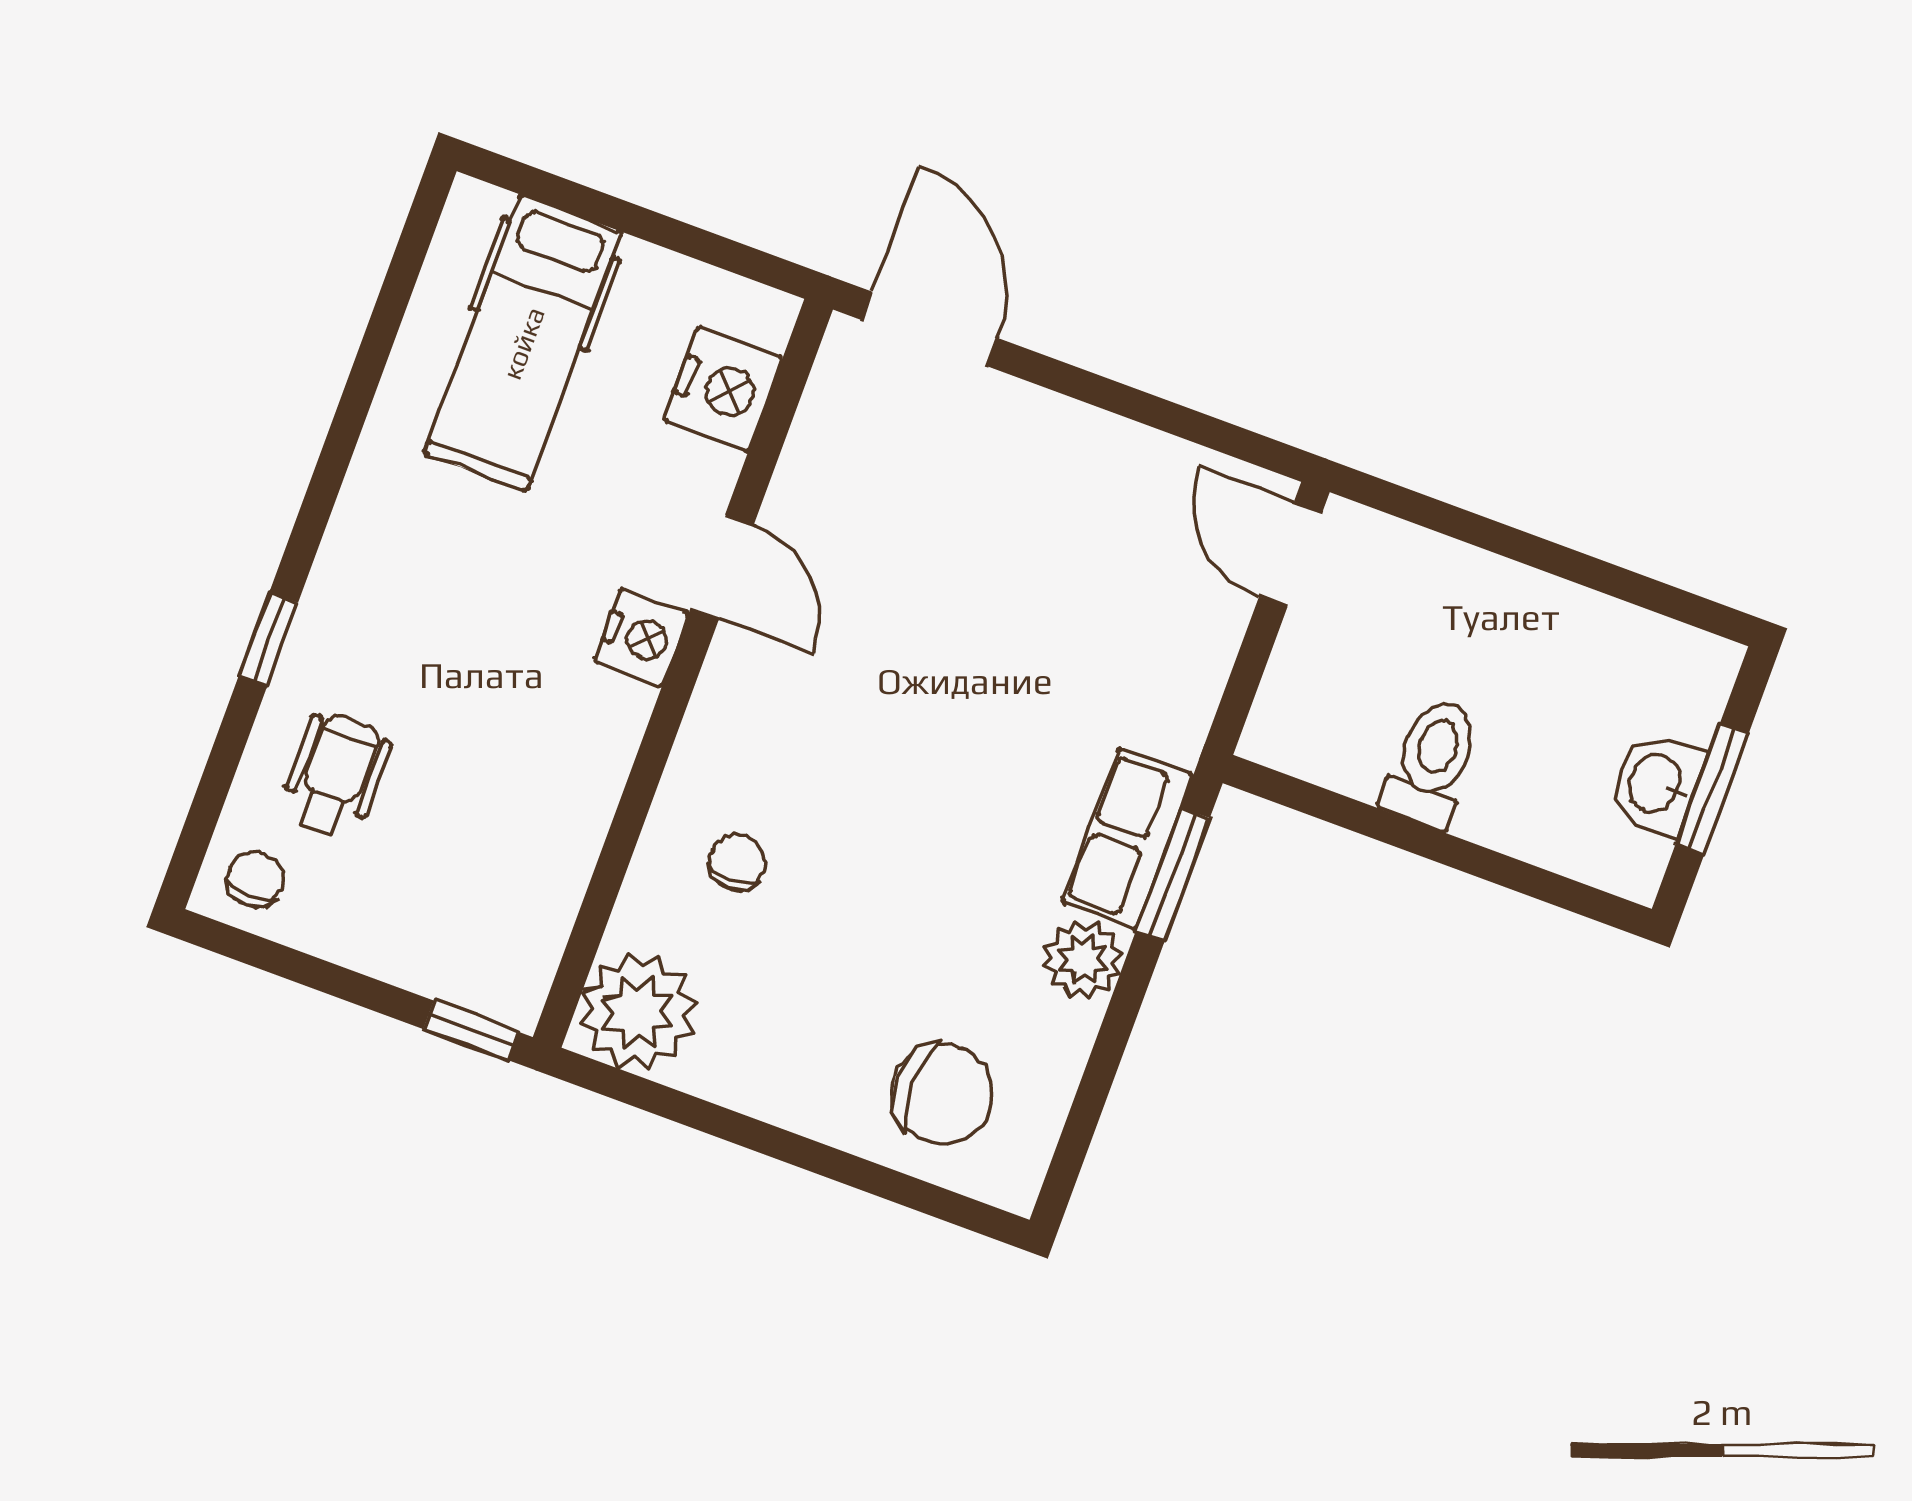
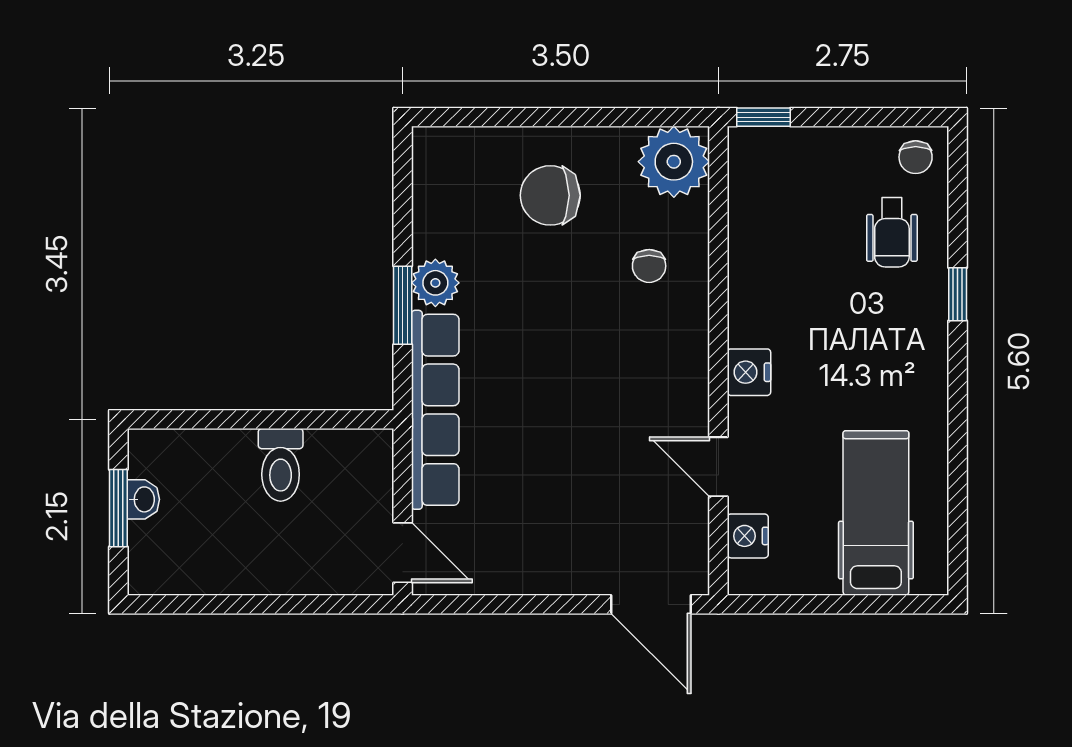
nightstand: (723, 389) -> (748, 536), width x0.74, depth x0.75
door: (722, 567) -> (718, 467), moved
washbasin: (1657, 784) -> (143, 499), width x0.72, depth x0.69
row of seats: (1128, 839) -> (435, 410), width x2.02
window: (1173, 875) -> (403, 305), moved
chair: (942, 1094) -> (550, 195), moved

